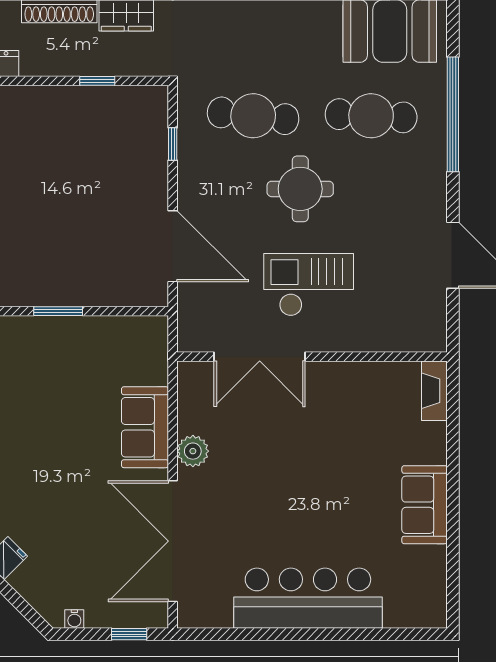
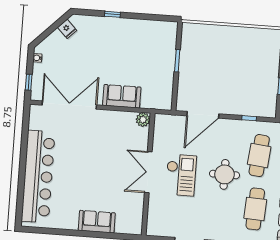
double door: (260, 357) -> (148, 172), moved
fireplace: (434, 391) -> (129, 229), removed
plant: (193, 451) -> (143, 120), moved
sofa: (425, 505) -> (97, 222), moved
bar counter: (308, 598) -> (38, 177), width x1.36

